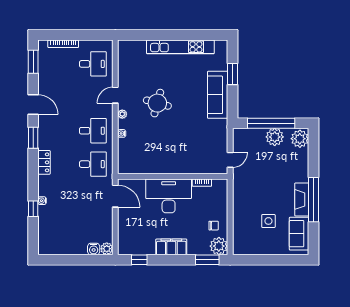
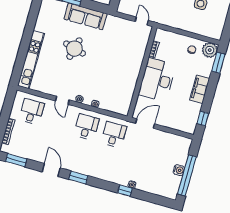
kitchen unit: (180, 47) -> (31, 60), moved
round table: (157, 103) -> (74, 49), moved
door: (33, 105) -> (51, 170), hinge flipped
locker: (44, 162) -> (101, 174), removed
window: (33, 209) -> (125, 191), moved
water cooler: (94, 249) -> (179, 170), moved
plant: (107, 249) -> (186, 143), removed
window: (70, 260) -> (187, 175), added

